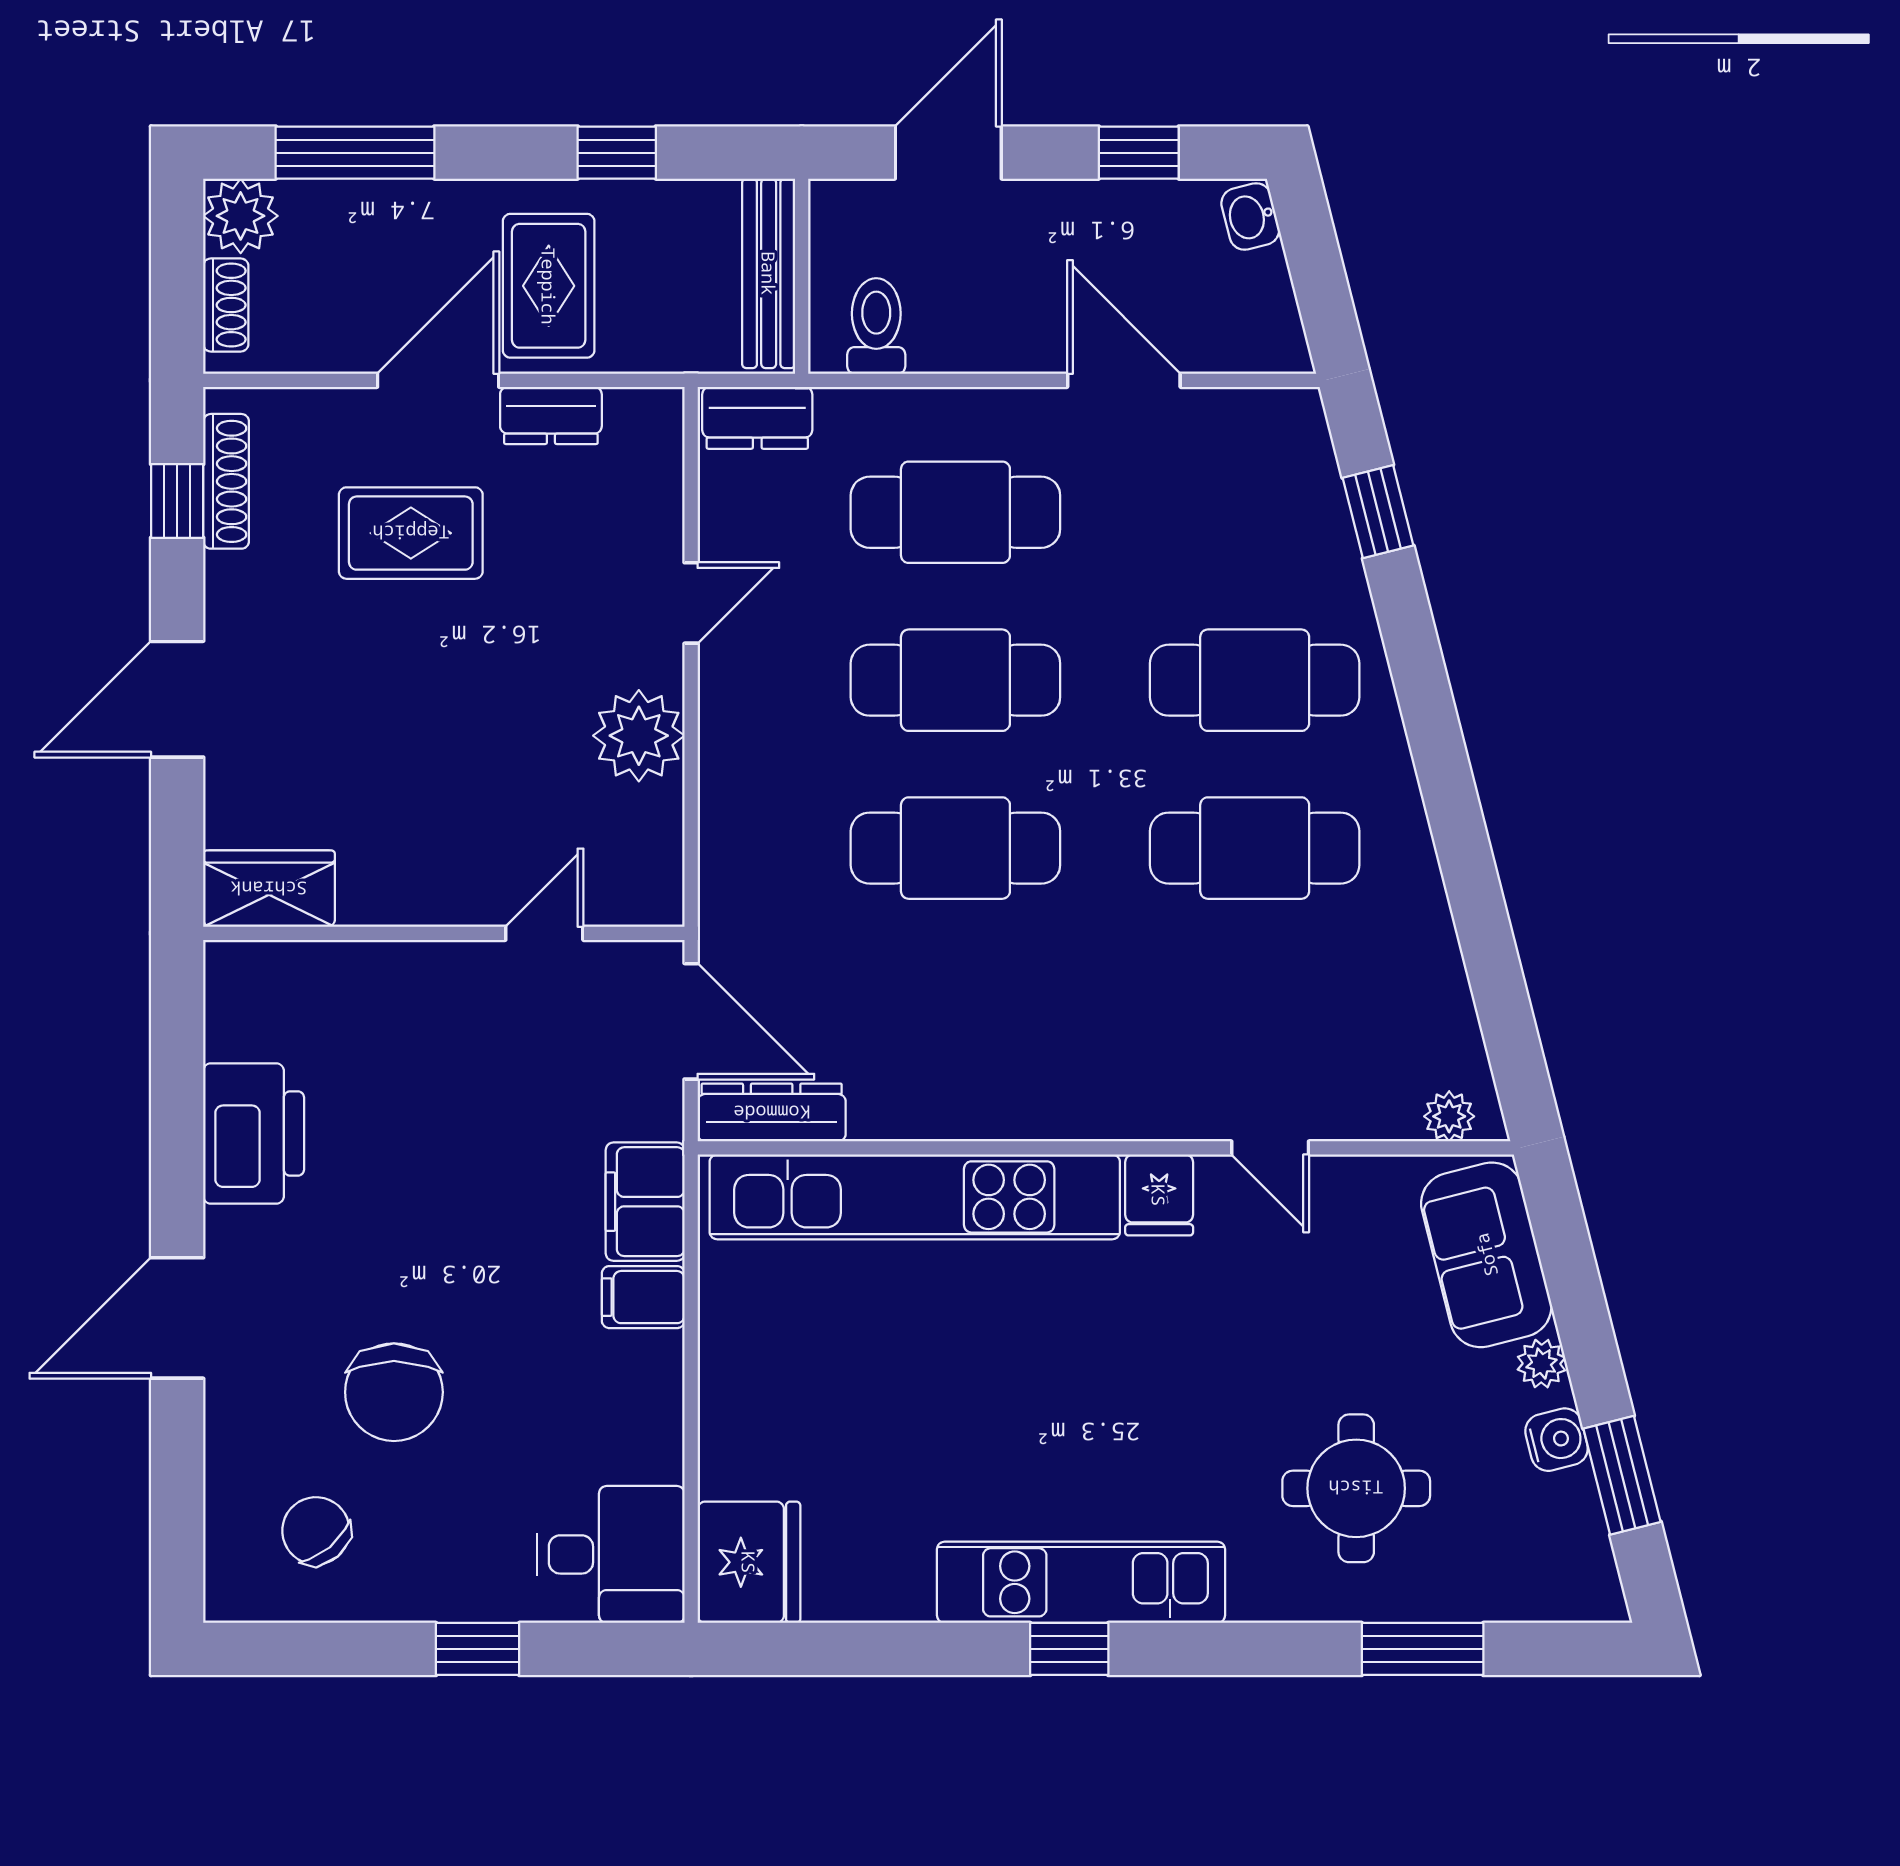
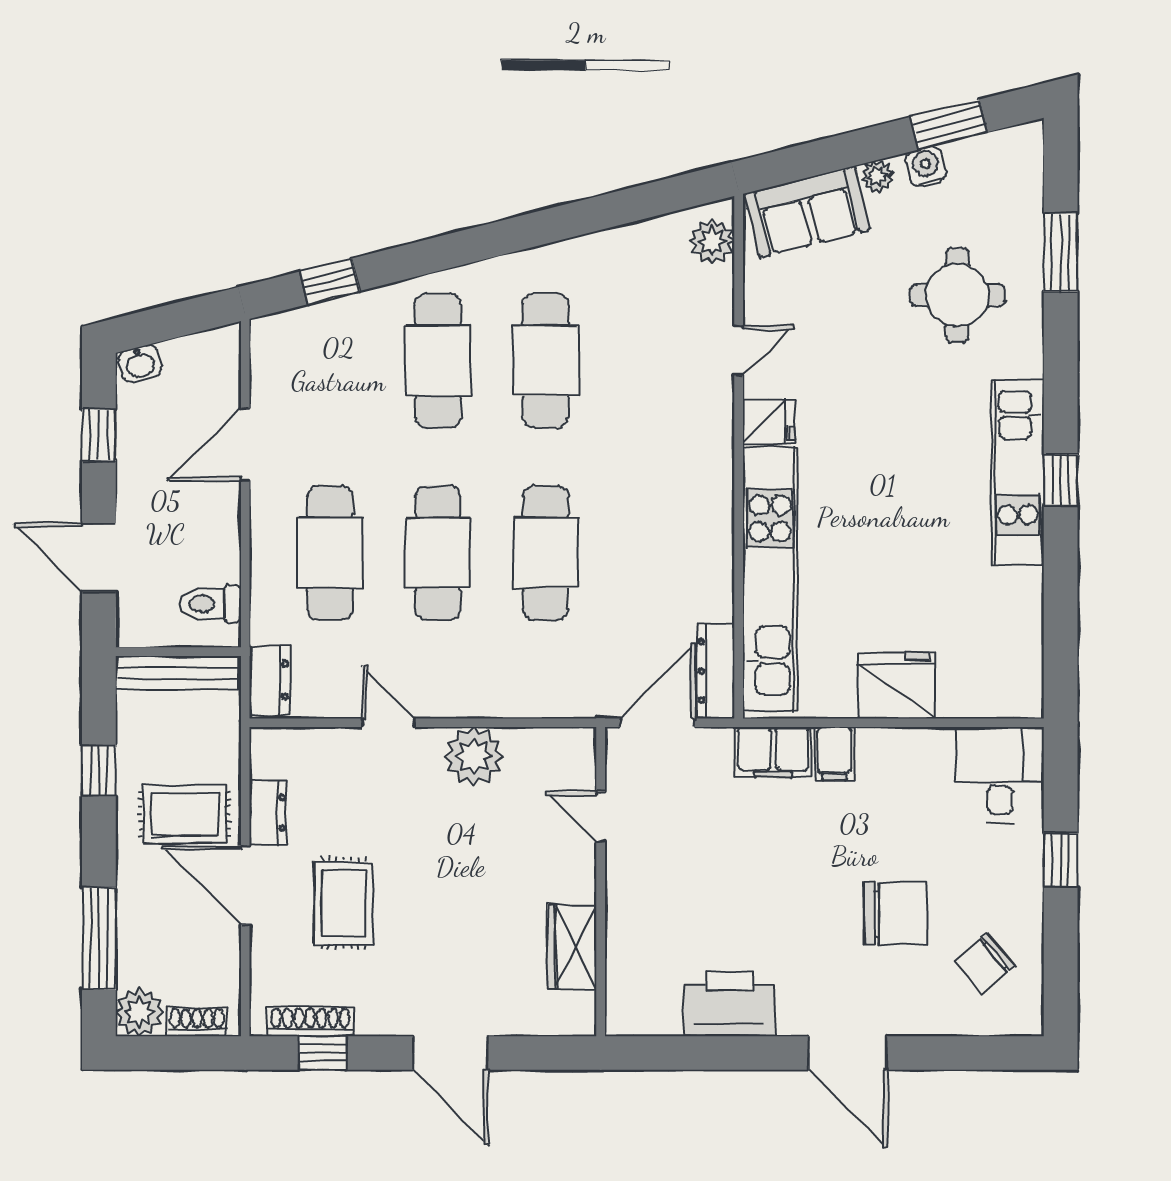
wardrobe: (269, 889) -> (572, 947), moved
plant: (1449, 1116) -> (712, 242), width x1.38, depth x1.38
fridge: (749, 1562) -> (897, 685), moved

